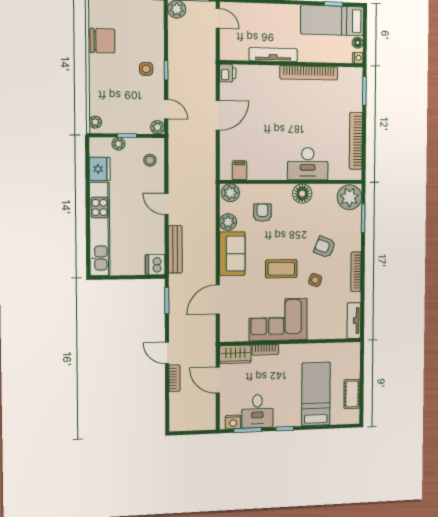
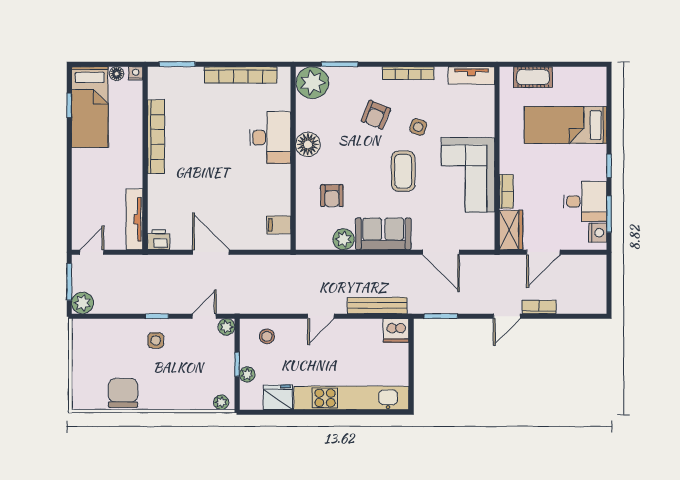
tv unit: (273, 55) -> (134, 219), moved
plant: (230, 193) -> (307, 236), removed
armchair: (262, 213) -> (332, 196), turned -90
cot: (352, 394) -> (533, 77), moved

